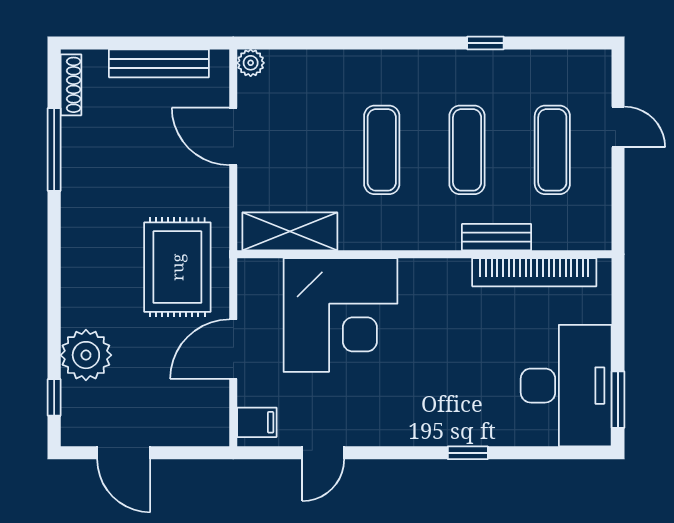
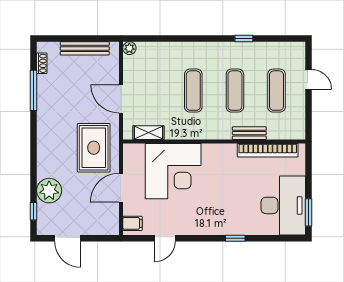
shoe rack: (71, 85) -> (42, 63), width x0.70
door: (233, 136) -> (121, 99), moved
shelving: (290, 231) -> (148, 133), width x0.67, depth x0.75

